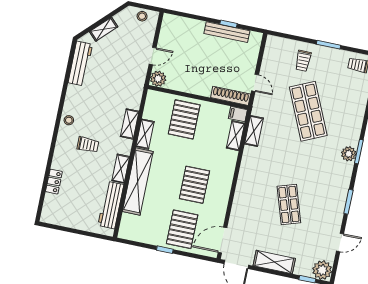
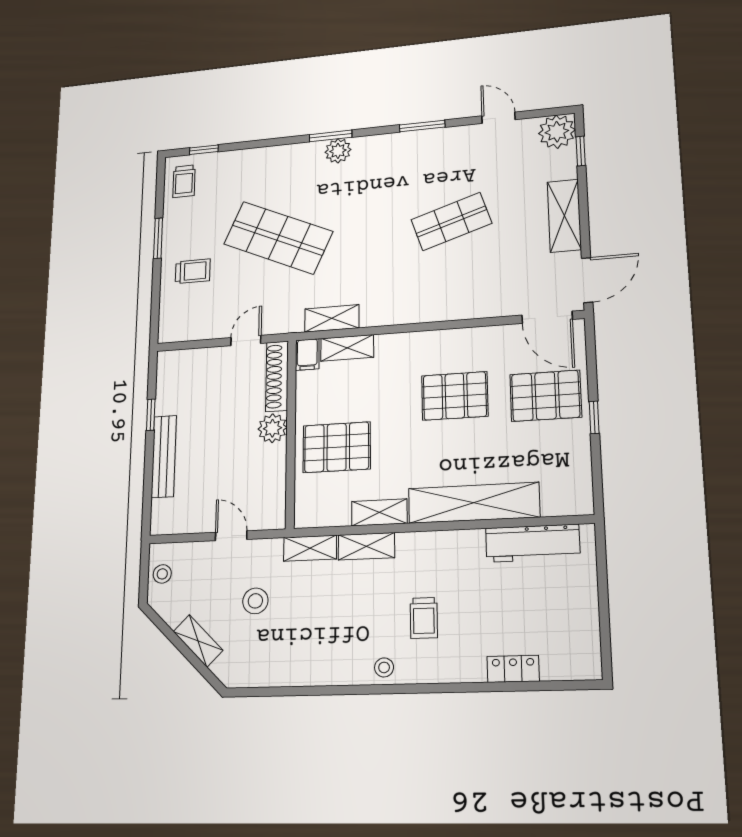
bench: (227, 32) -> (164, 456), moved
stool: (116, 62) -> (255, 601), added
workbench: (80, 64) -> (270, 671), removed
plant: (158, 79) -> (272, 428), moved
shop shelf: (308, 111) -> (278, 238), turned 48
trolley: (88, 145) -> (424, 618), turned 180
shelving: (121, 169) -> (310, 548), moved

